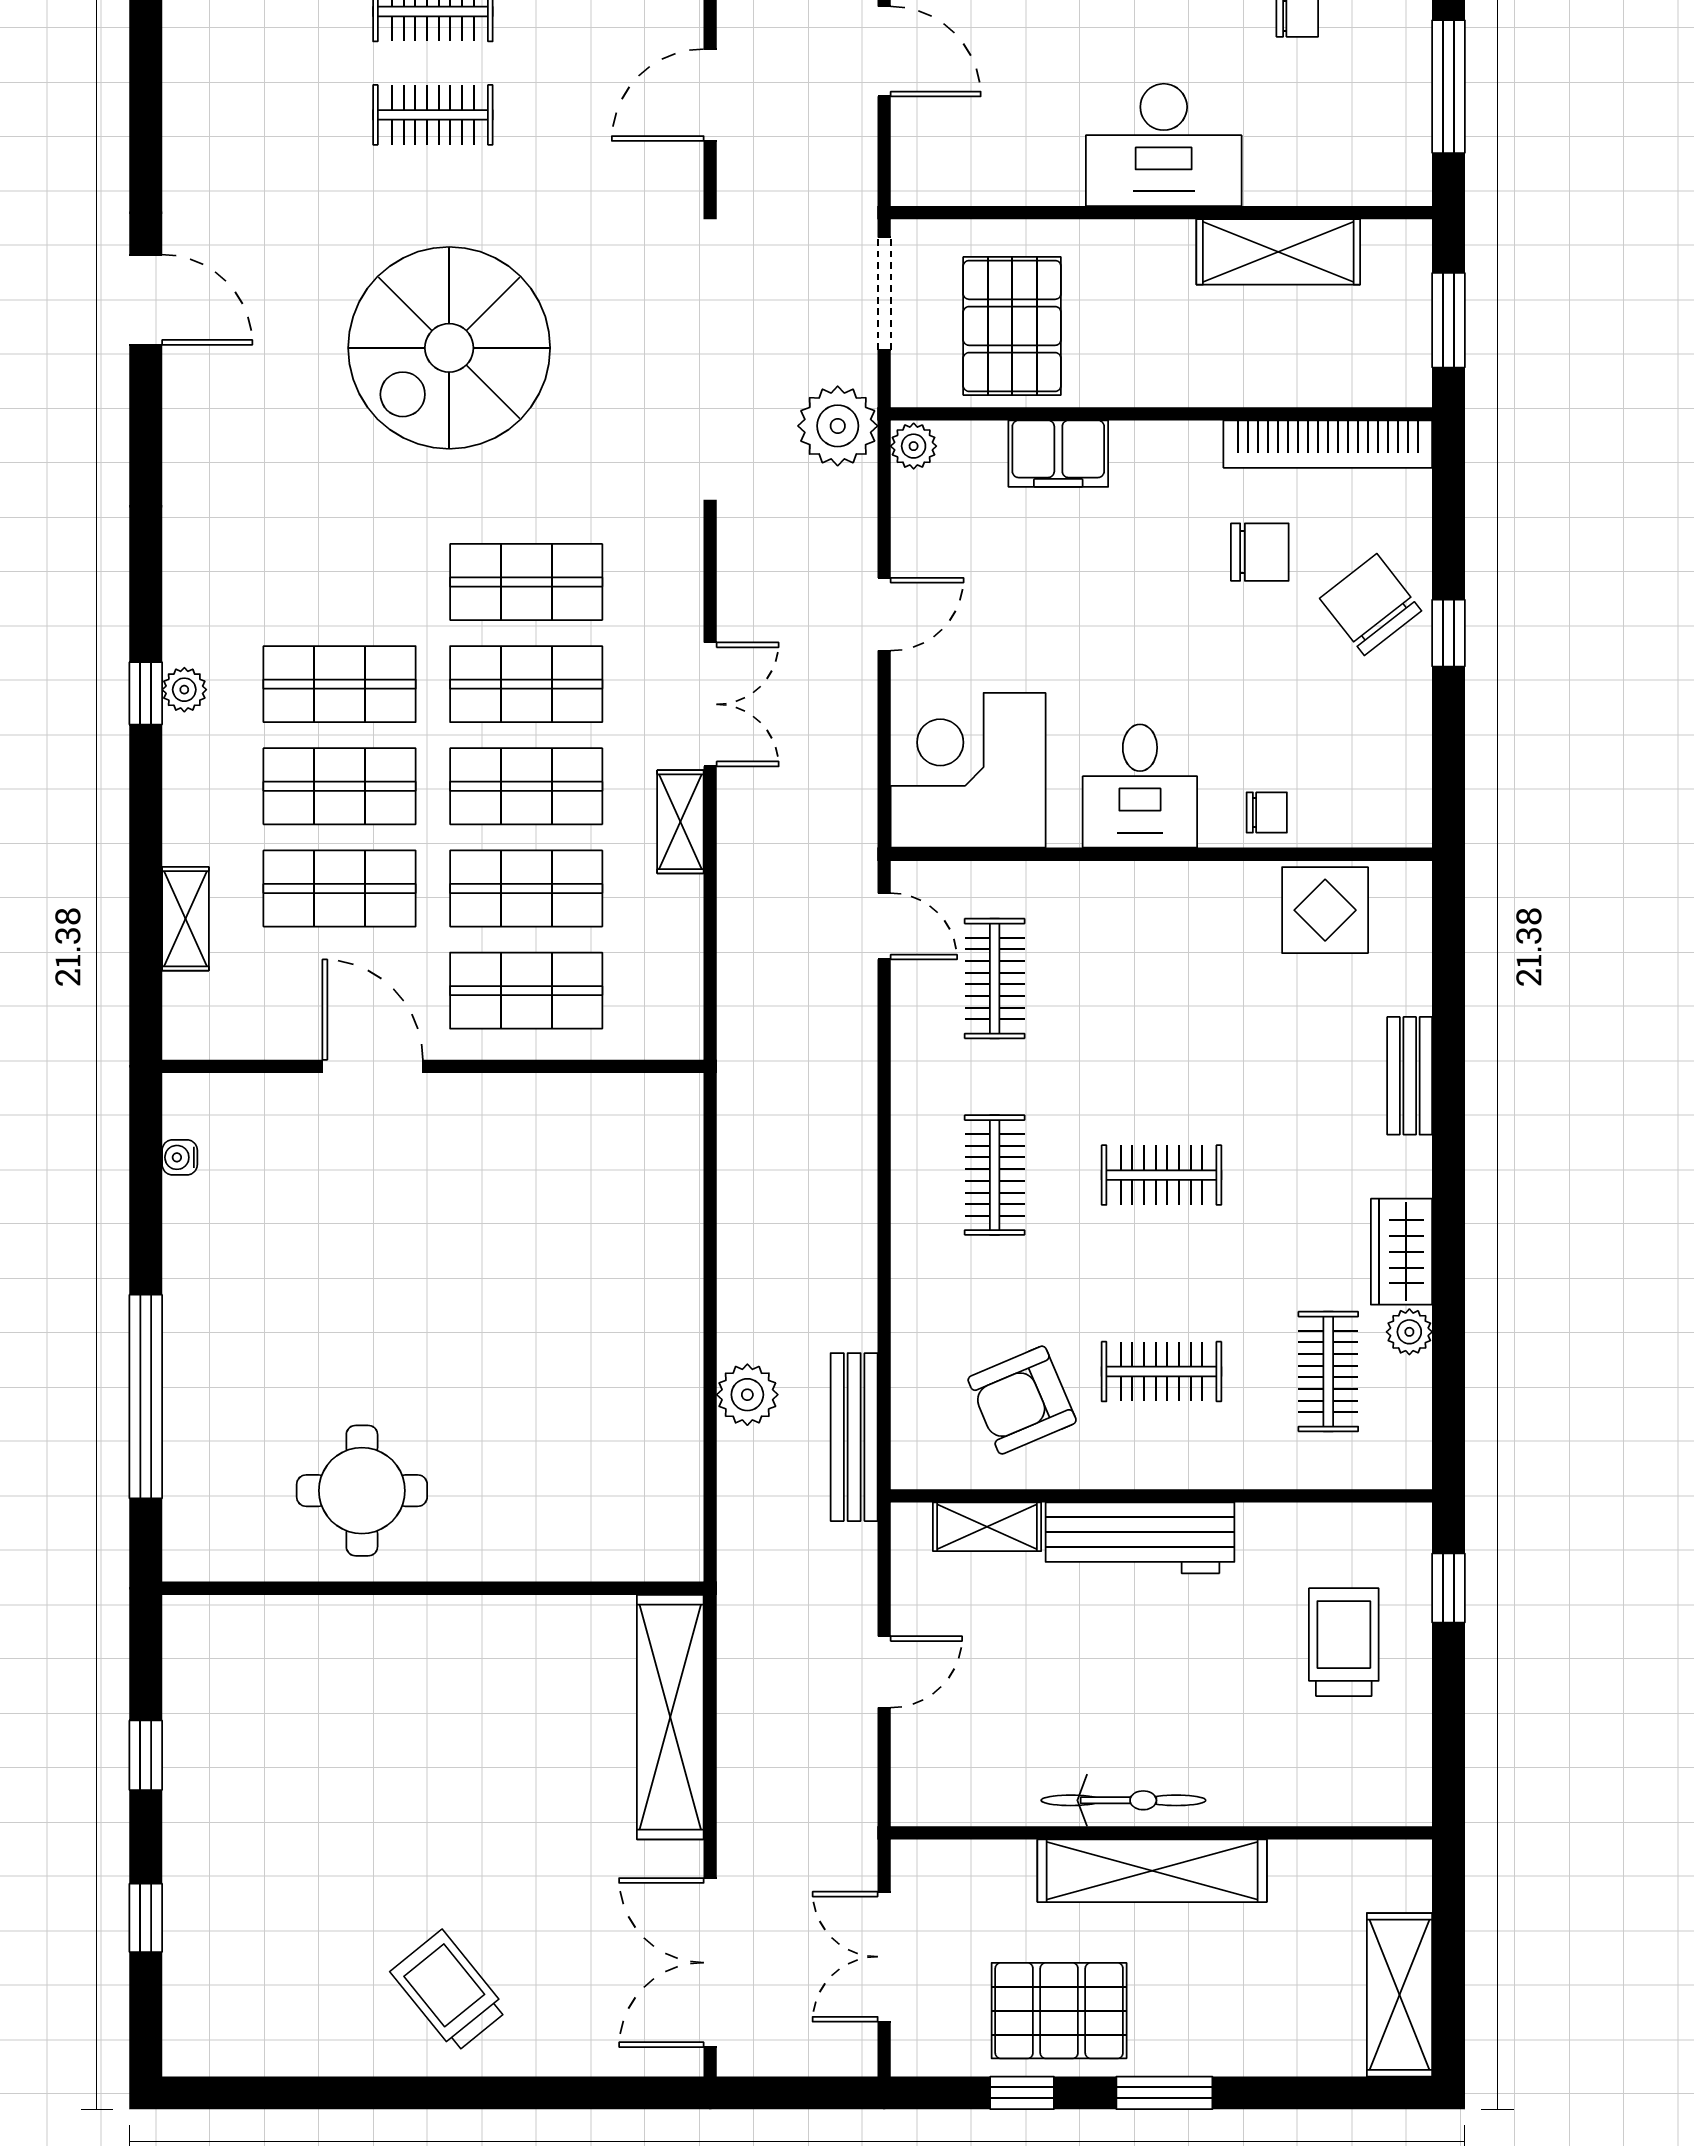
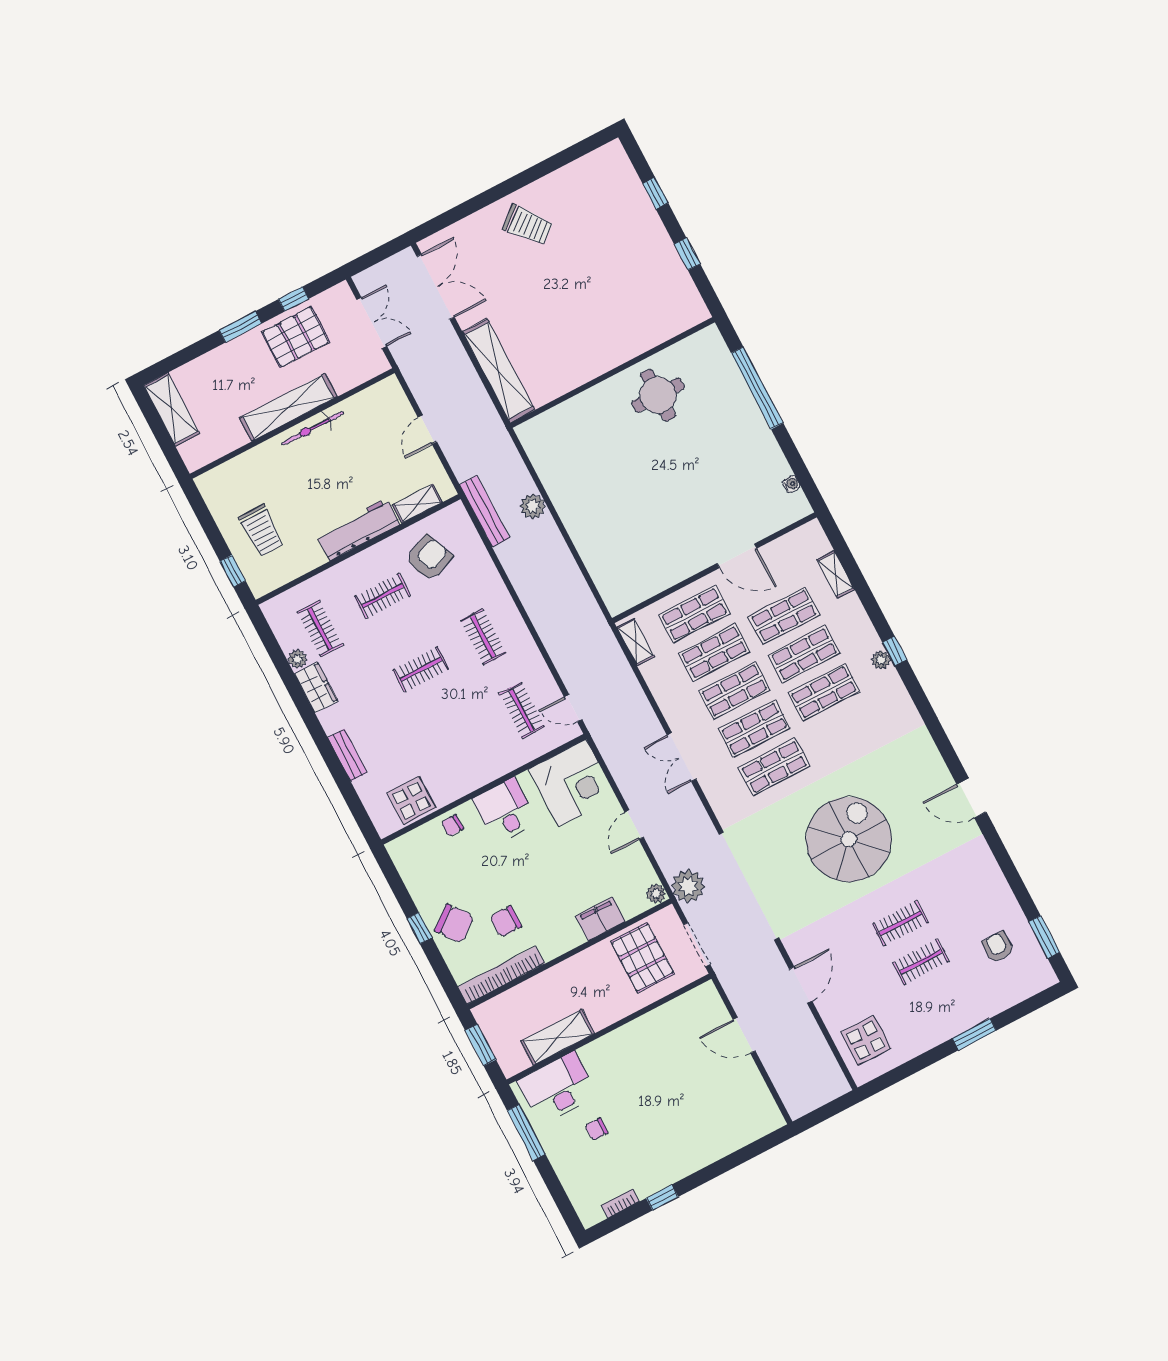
desk: (1164, 145) -> (557, 1088), moved
shelving: (680, 822) -> (636, 642), moved

